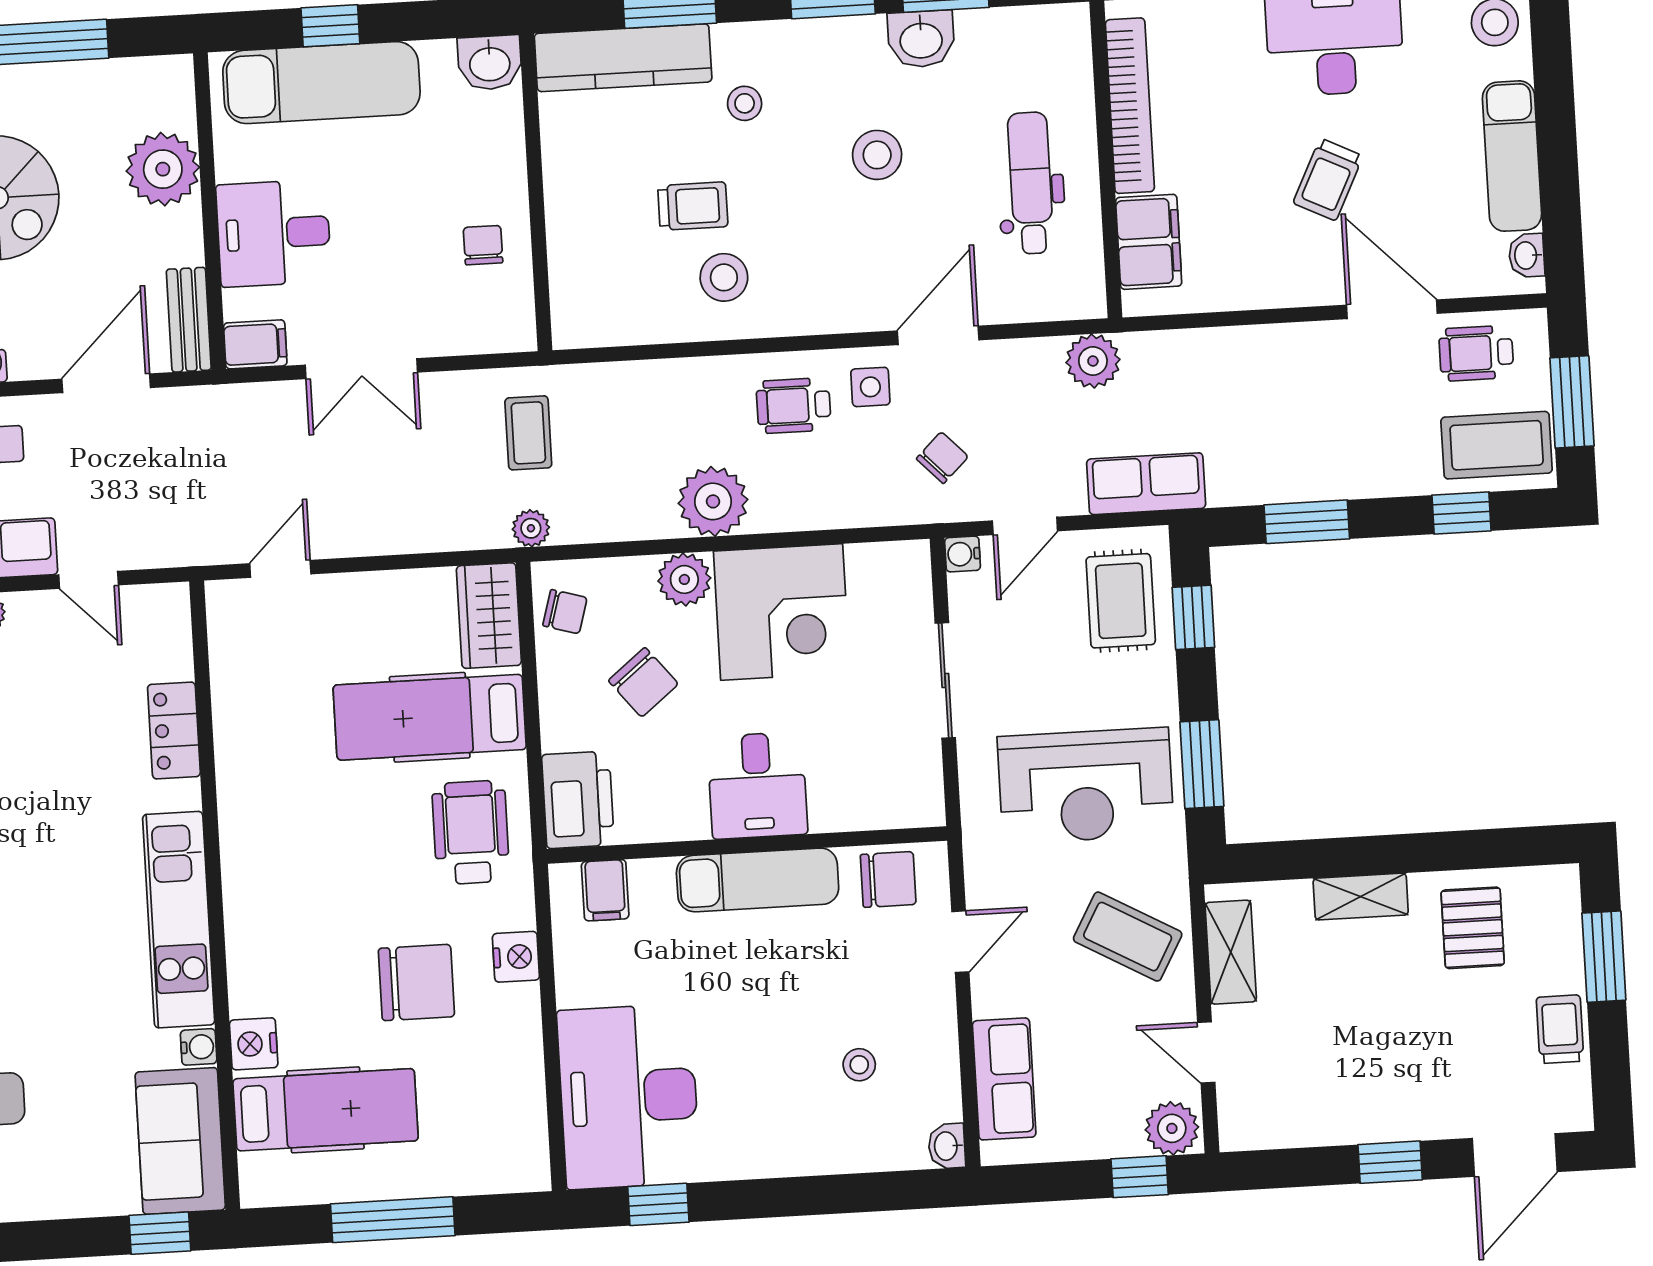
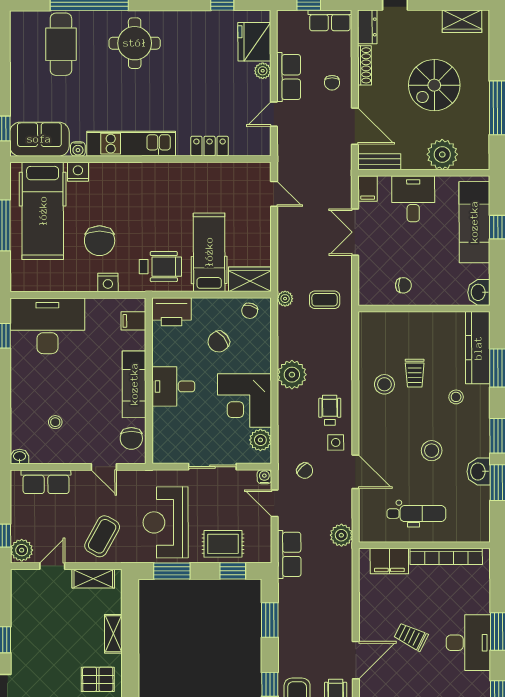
plant: (684, 579) -> (260, 440), moved
rug: (1121, 601) -> (223, 544), moved
hospital bed: (326, 1110) -> (43, 211), width x1.37, depth x1.29

